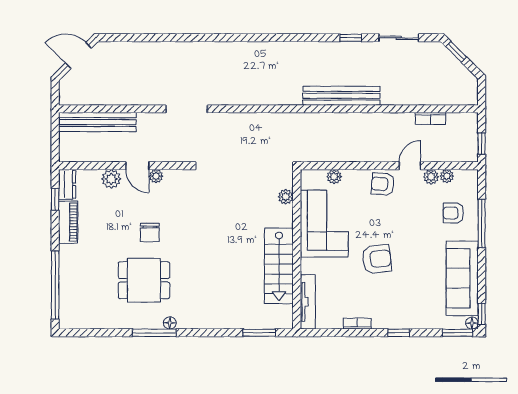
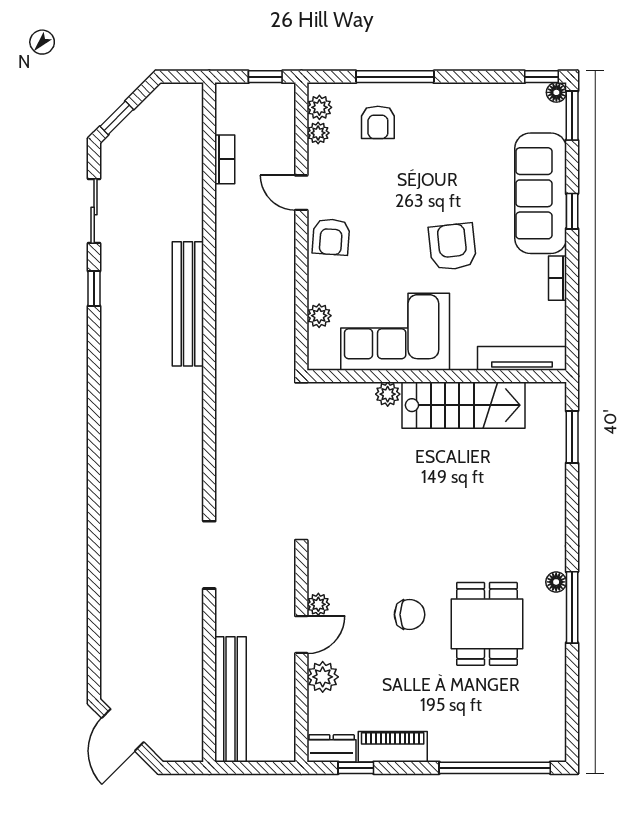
plant: (431, 177) -> (319, 107), moved
plant: (286, 197) -> (388, 394), moved
sofa: (462, 278) -> (541, 193), moved, turned 90

